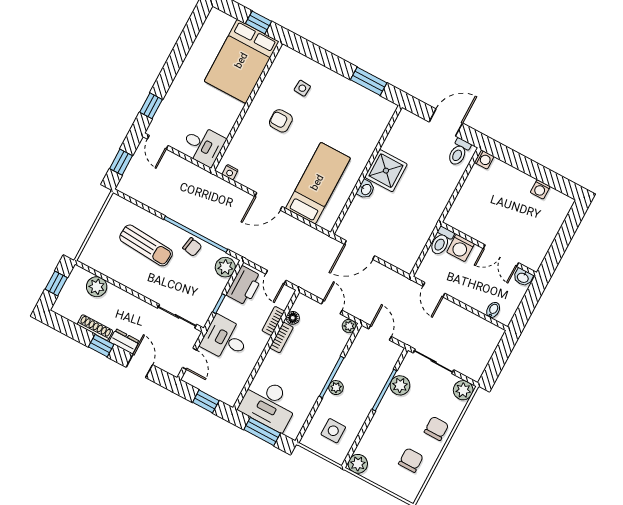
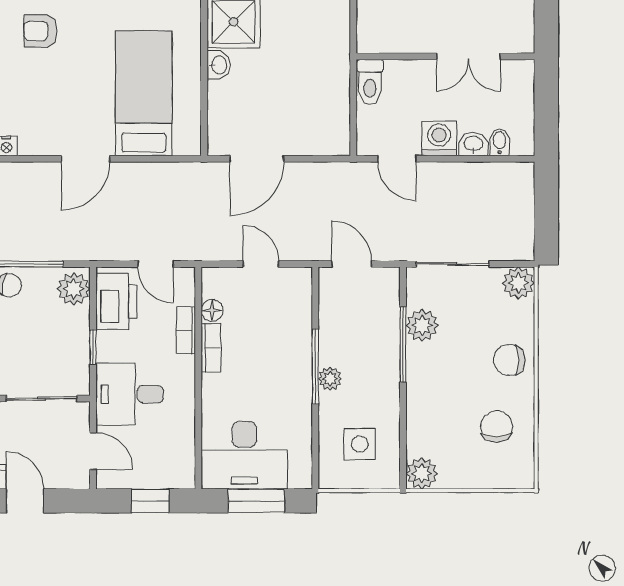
washing machine: (461, 248) -> (439, 138), moved, turned 180
washbasin: (523, 277) -> (473, 144), moved, turned 180
plant: (349, 326) -> (301, 278), removed
chair: (436, 428) -> (509, 360), turned -90

